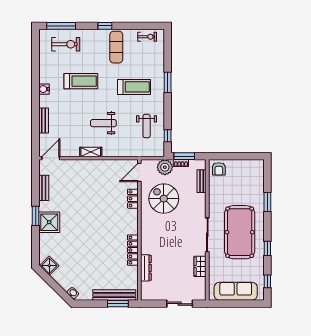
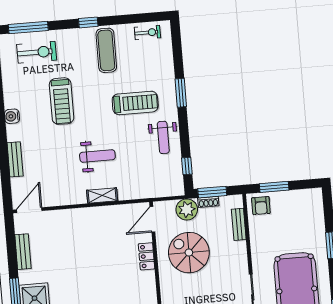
treadmill: (81, 81) -> (62, 101), turned 90
weight bench: (103, 123) -> (97, 156), turned 180
weight bench: (147, 126) -> (163, 137), moved
shelving: (91, 152) -> (102, 195), moved
window: (229, 156) -> (274, 187), added

